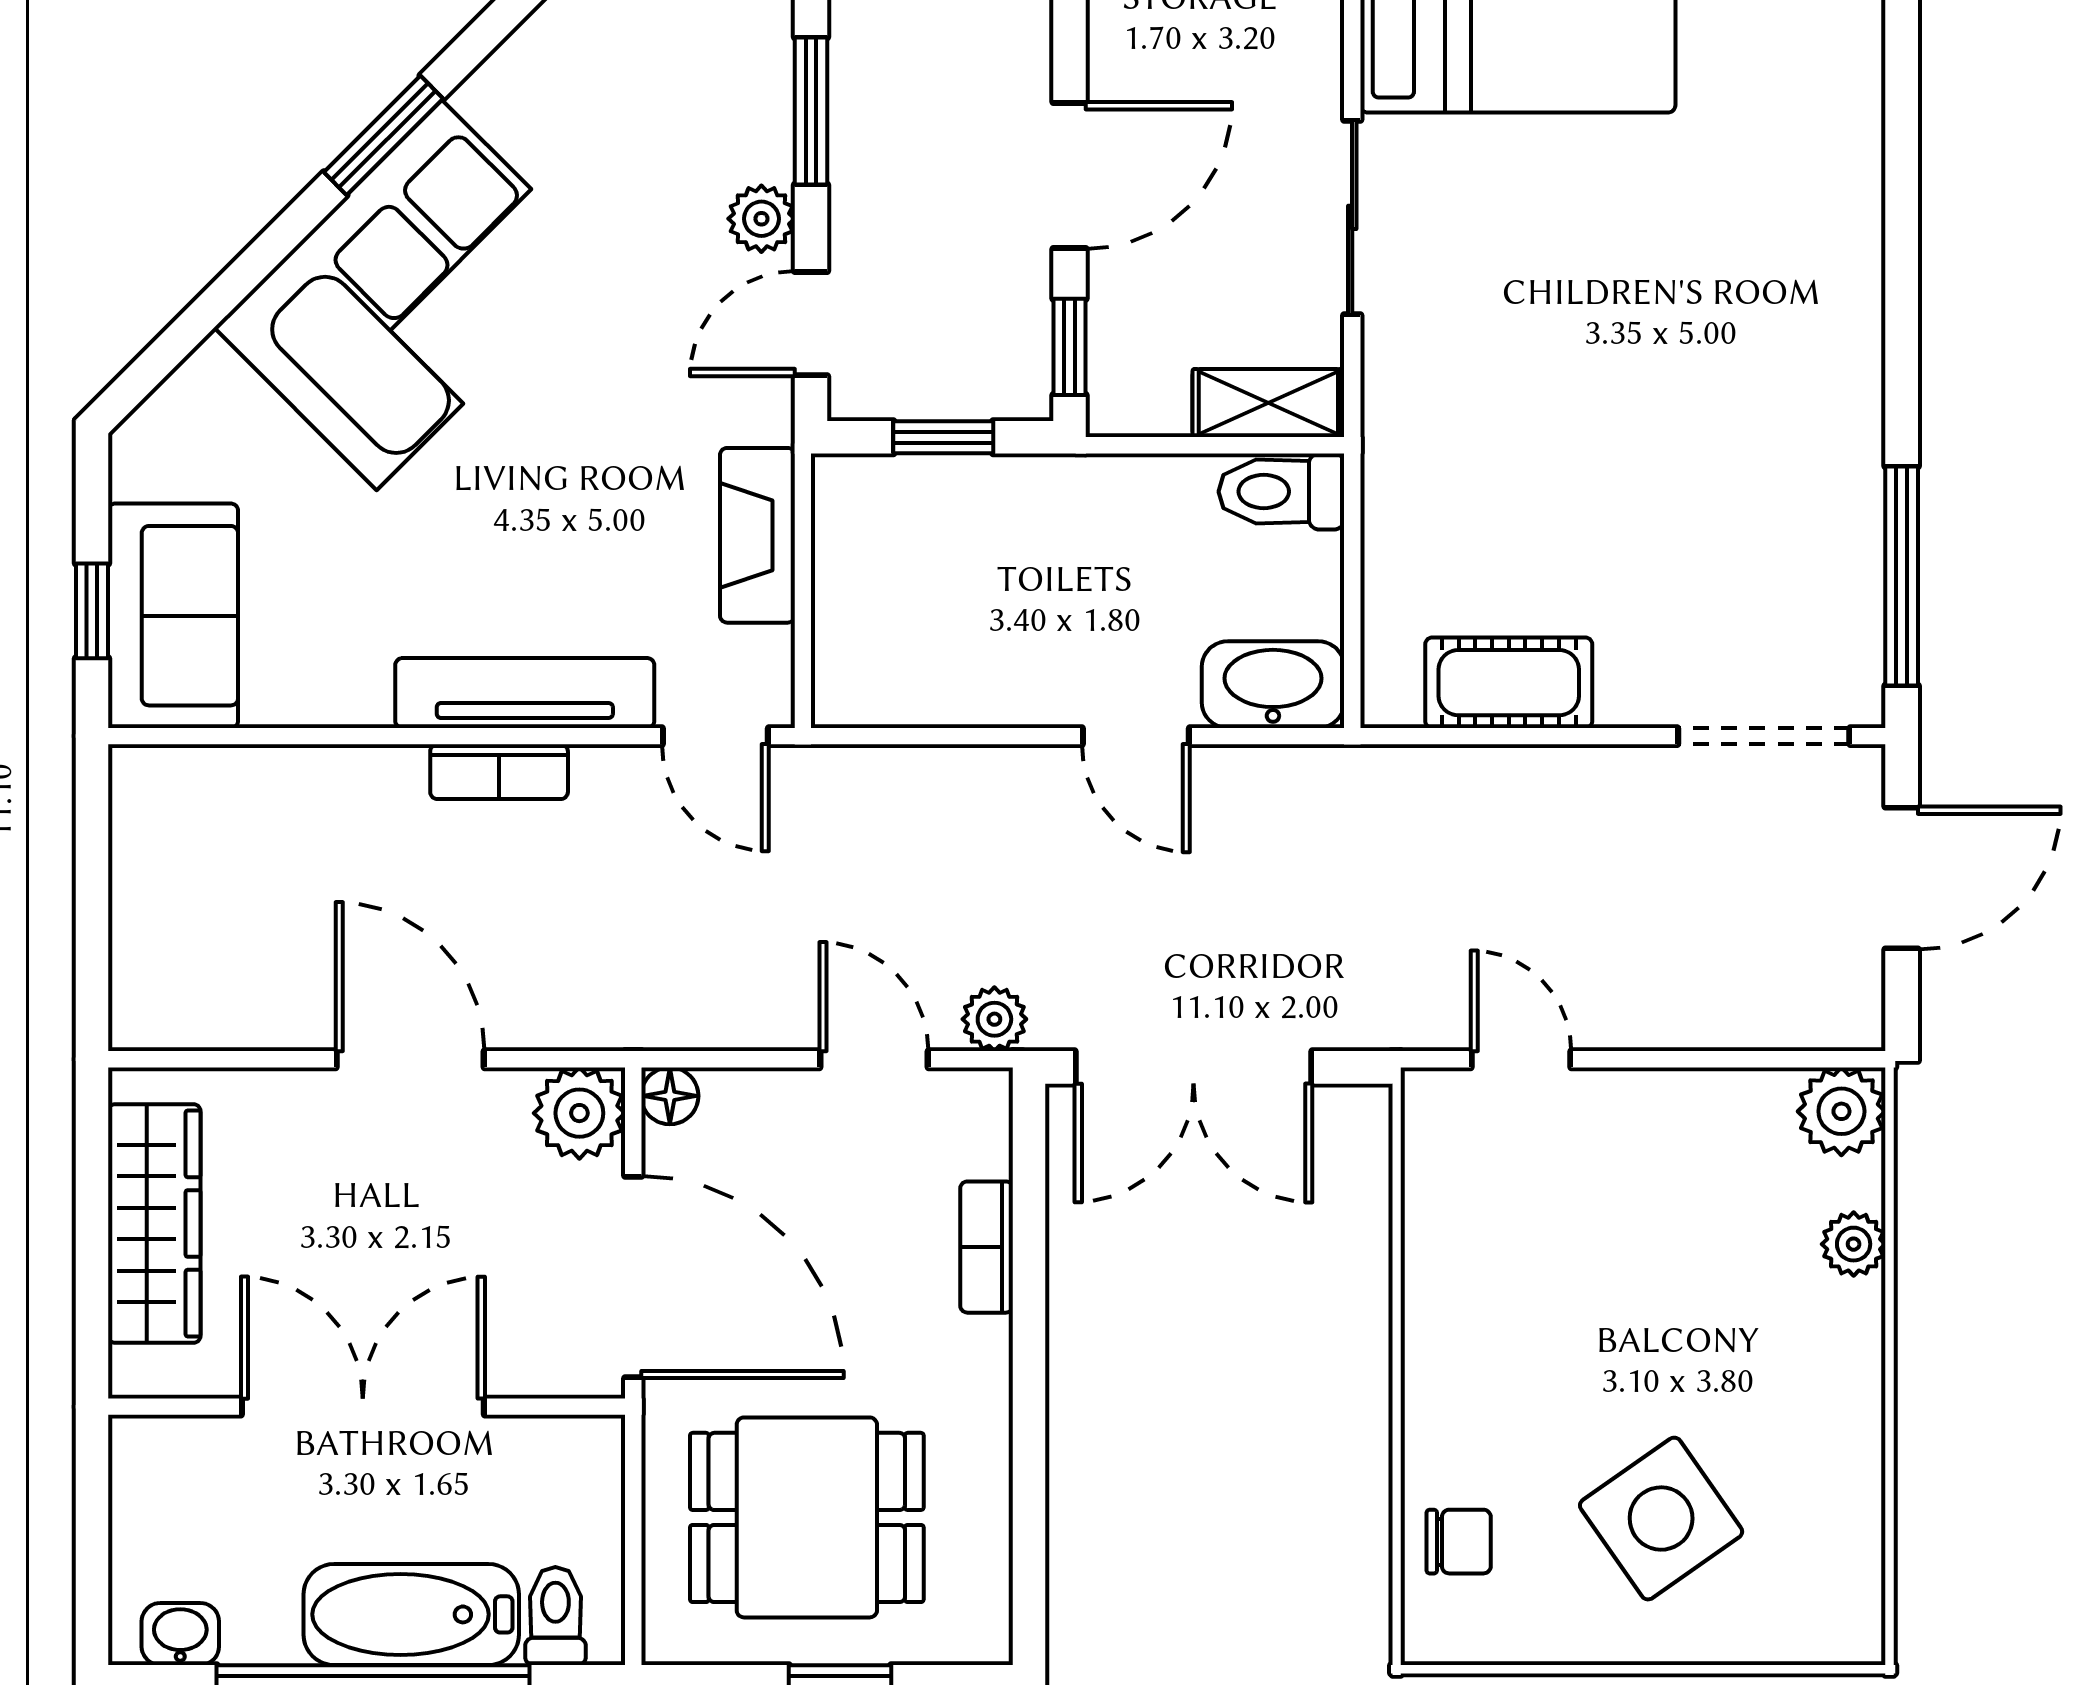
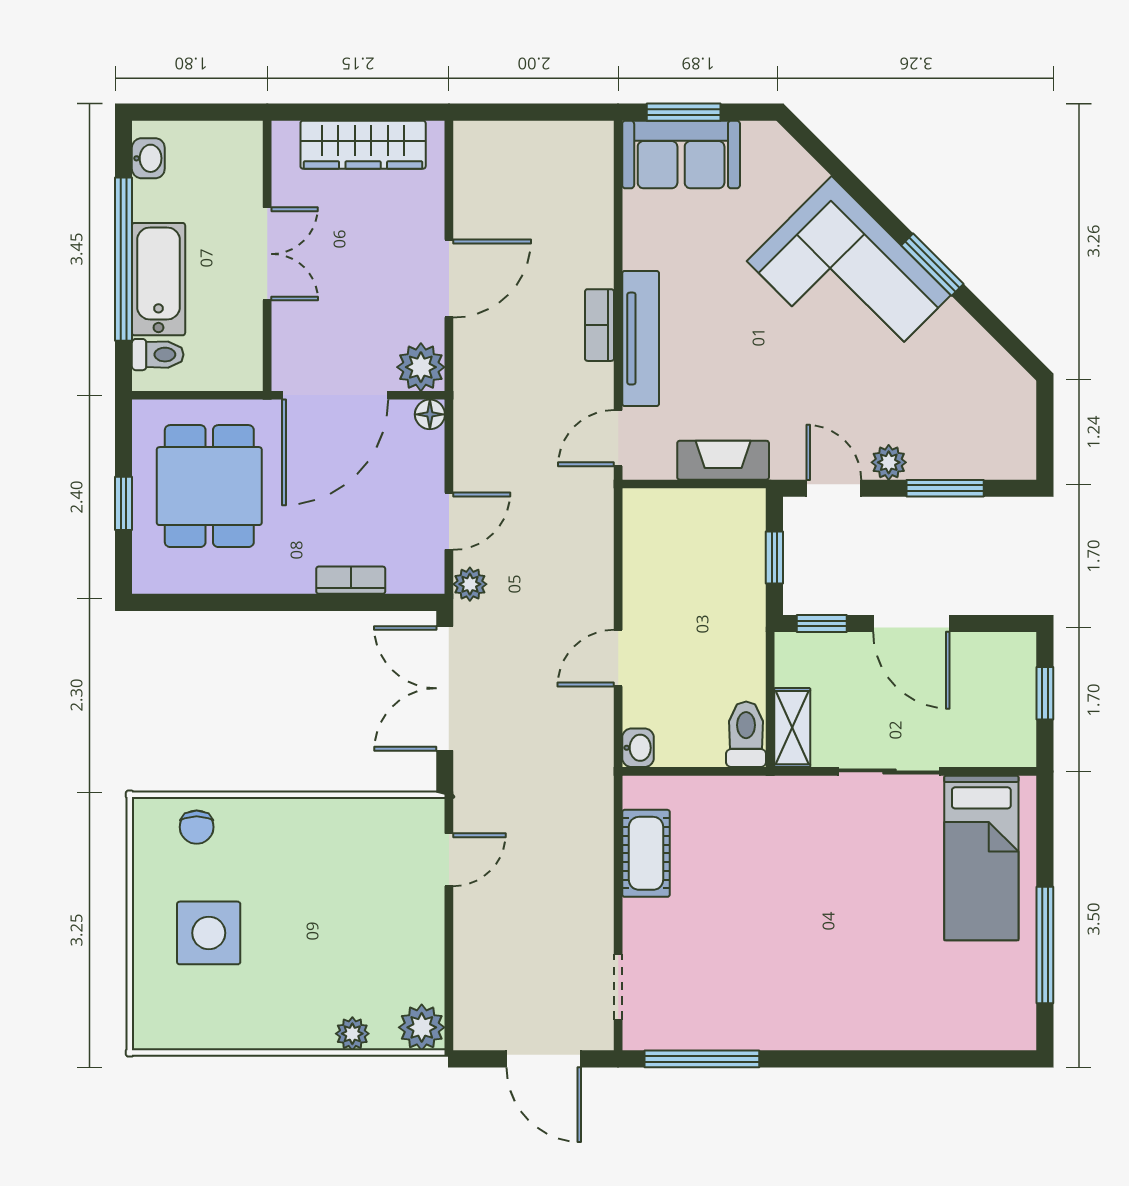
window: (92, 611) -> (684, 112), width x1.50
washbasin: (1273, 685) -> (638, 748), width x0.52, depth x0.69
doorway: (1764, 736) -> (618, 987), width x0.73
double door: (363, 1407) -> (267, 254), width x0.73
side table: (1661, 1519) -> (209, 933), turned 35

